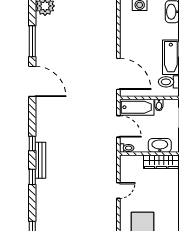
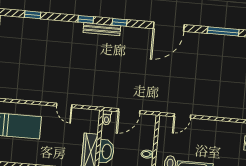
door: (118, 74) -> (182, 116), width x0.53
door: (32, 81) -> (169, 27), moved
bathtub: (137, 107) -> (147, 131), removed

